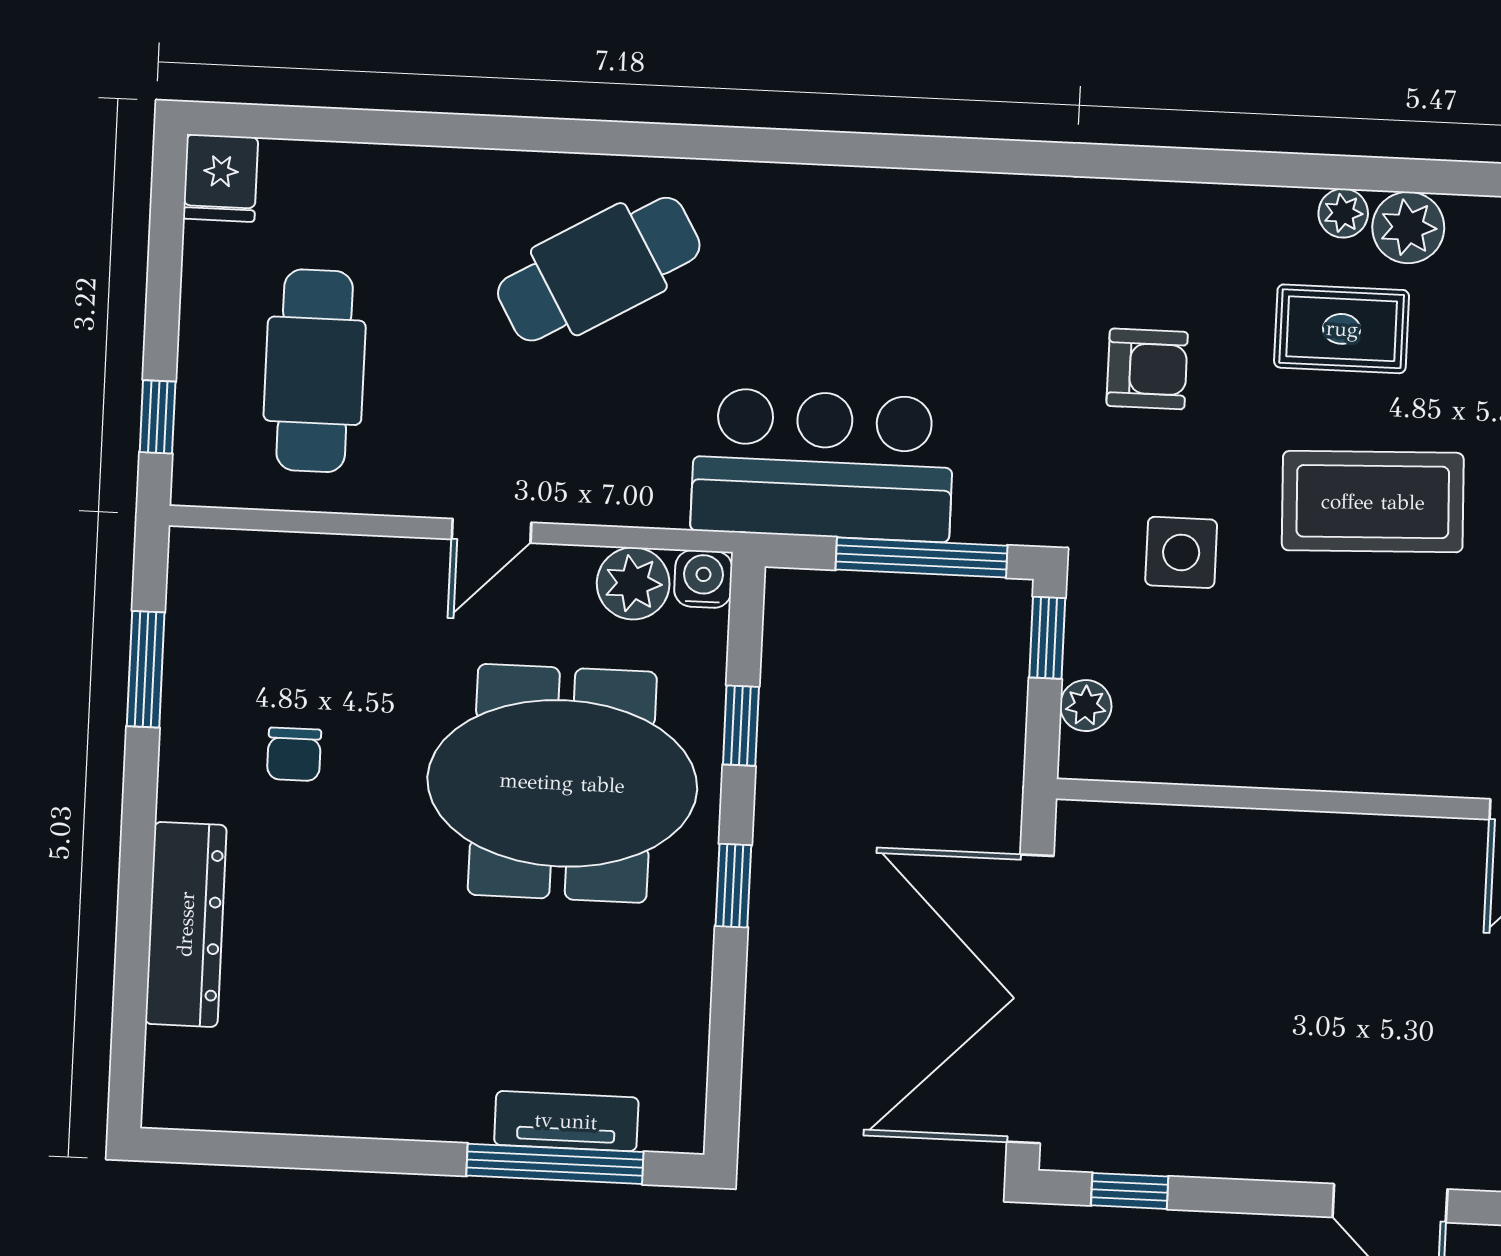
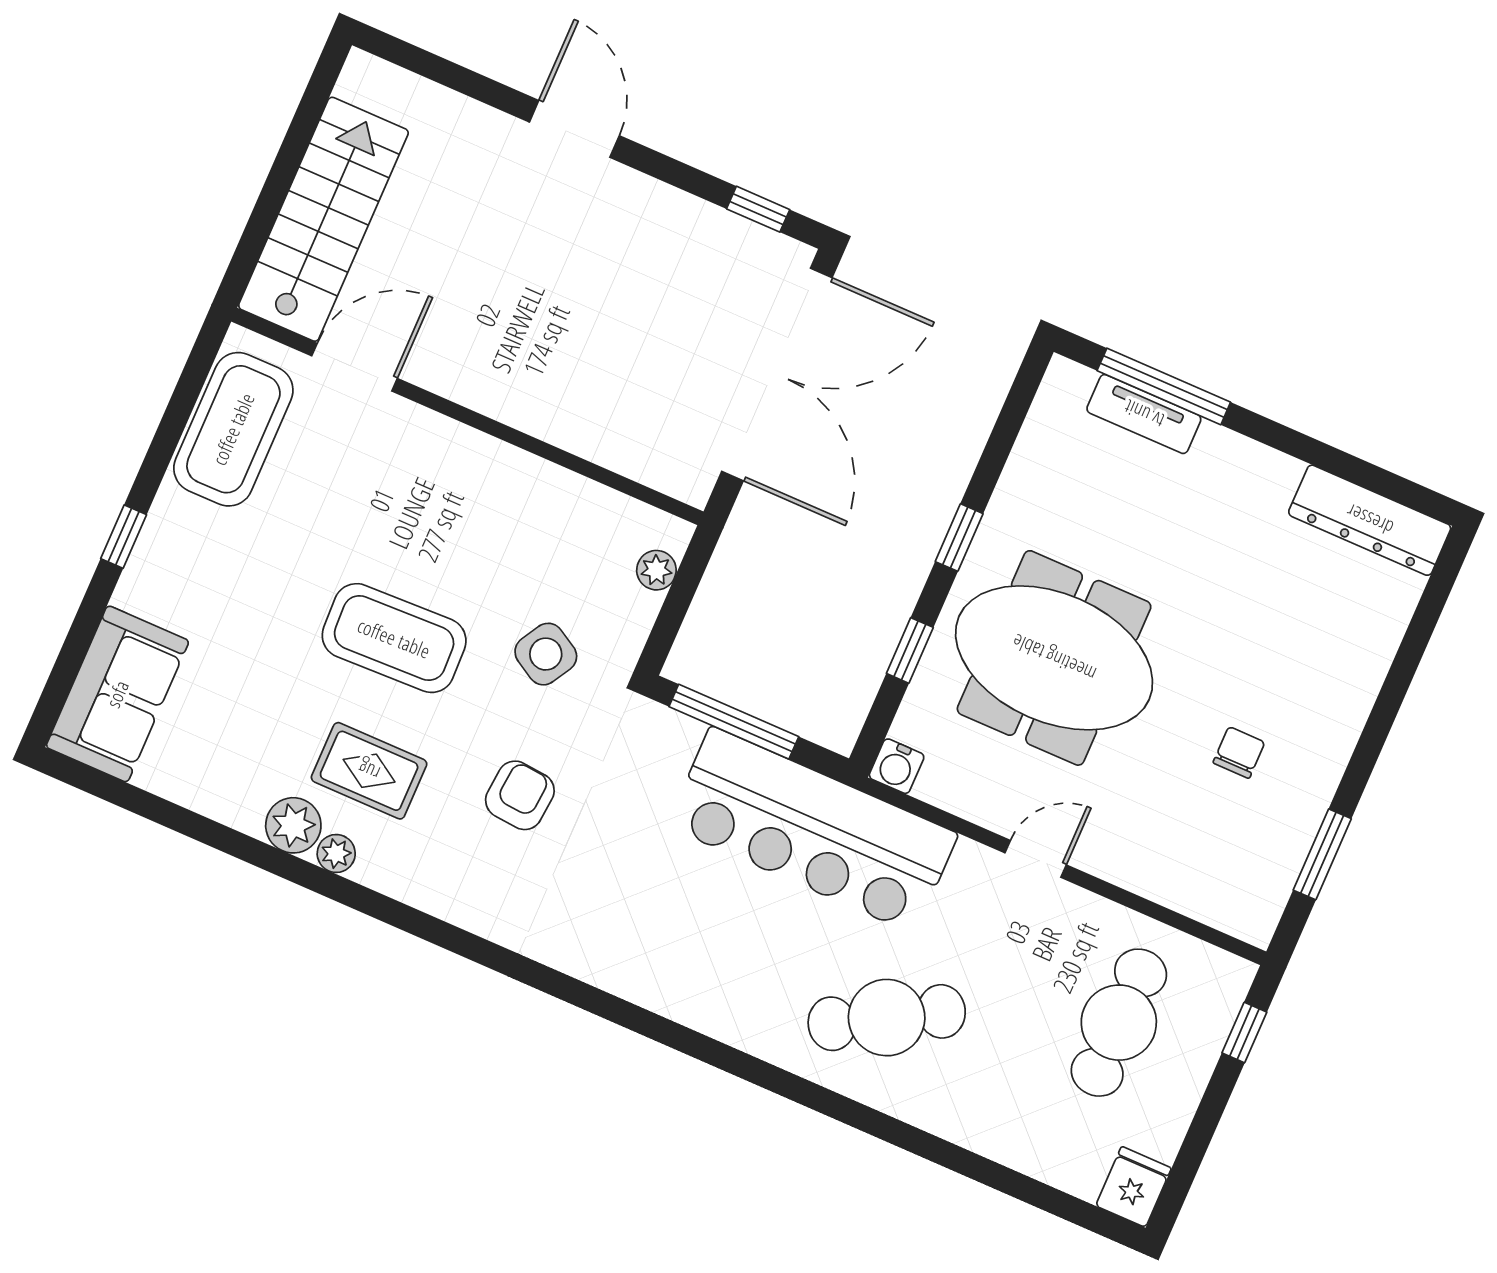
armchair: (1147, 369) -> (520, 795), turned 95
bar counter: (823, 465) -> (813, 830), width x1.36
side table: (1181, 552) -> (546, 654), turned 30
plant: (633, 583) -> (948, 782), removed
window: (1047, 638) -> (665, 630), removed
dresser: (186, 924) -> (1370, 520), moved, turned -90

